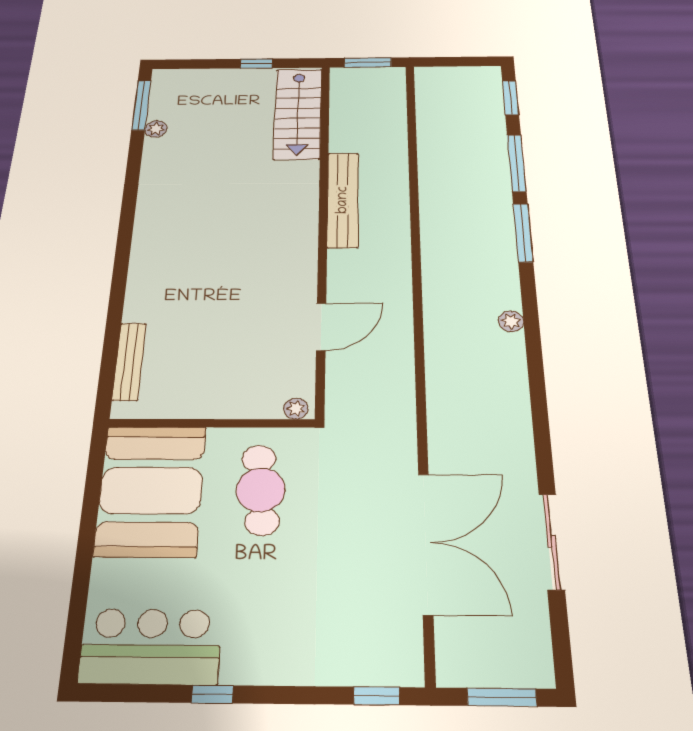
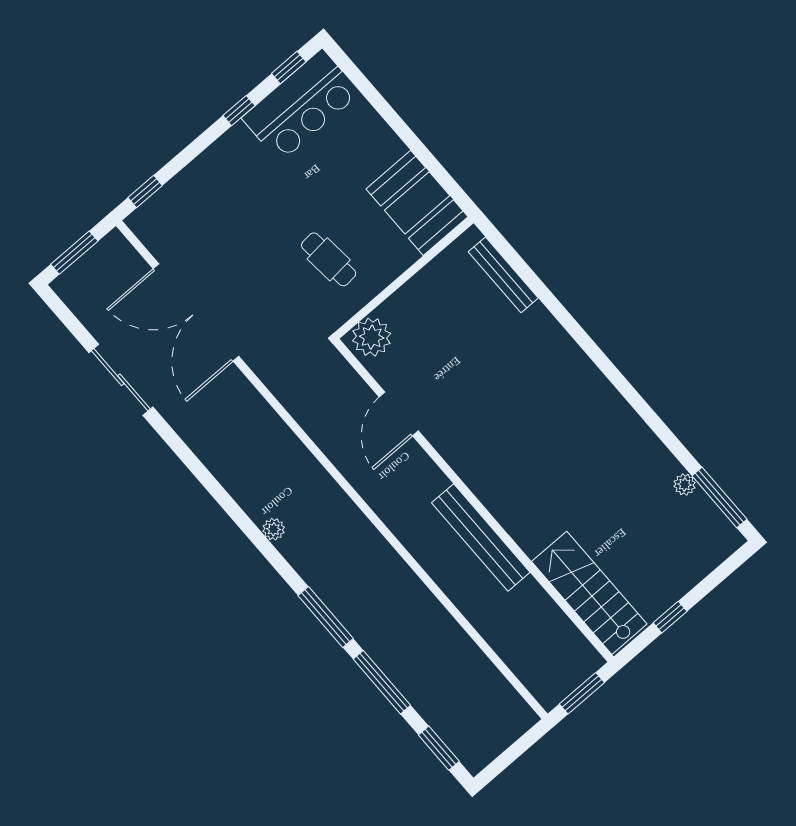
plant: (296, 409) -> (372, 337), width x1.88, depth x1.88
booth: (151, 490) -> (417, 203), width x0.73, depth x0.70
cafe table: (260, 490) -> (329, 259), width x0.73, depth x0.74
window: (126, 693) -> (289, 68), added

